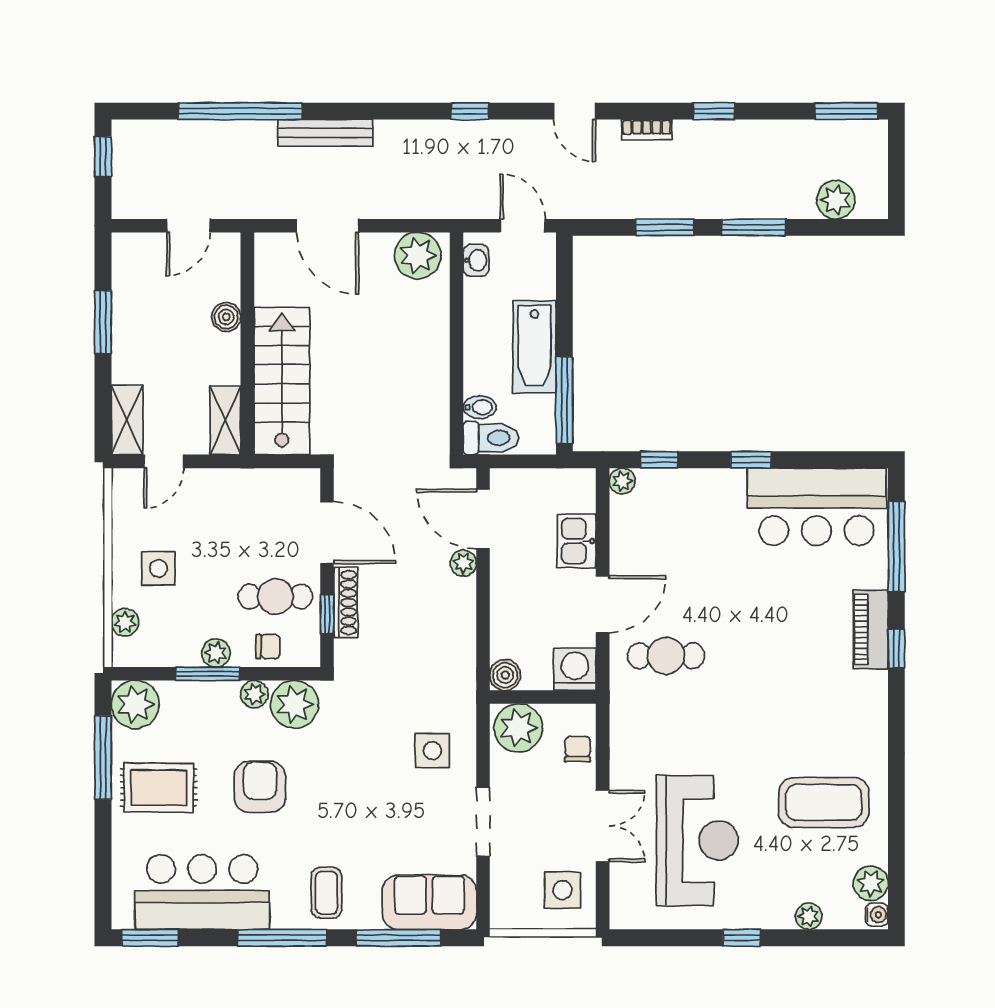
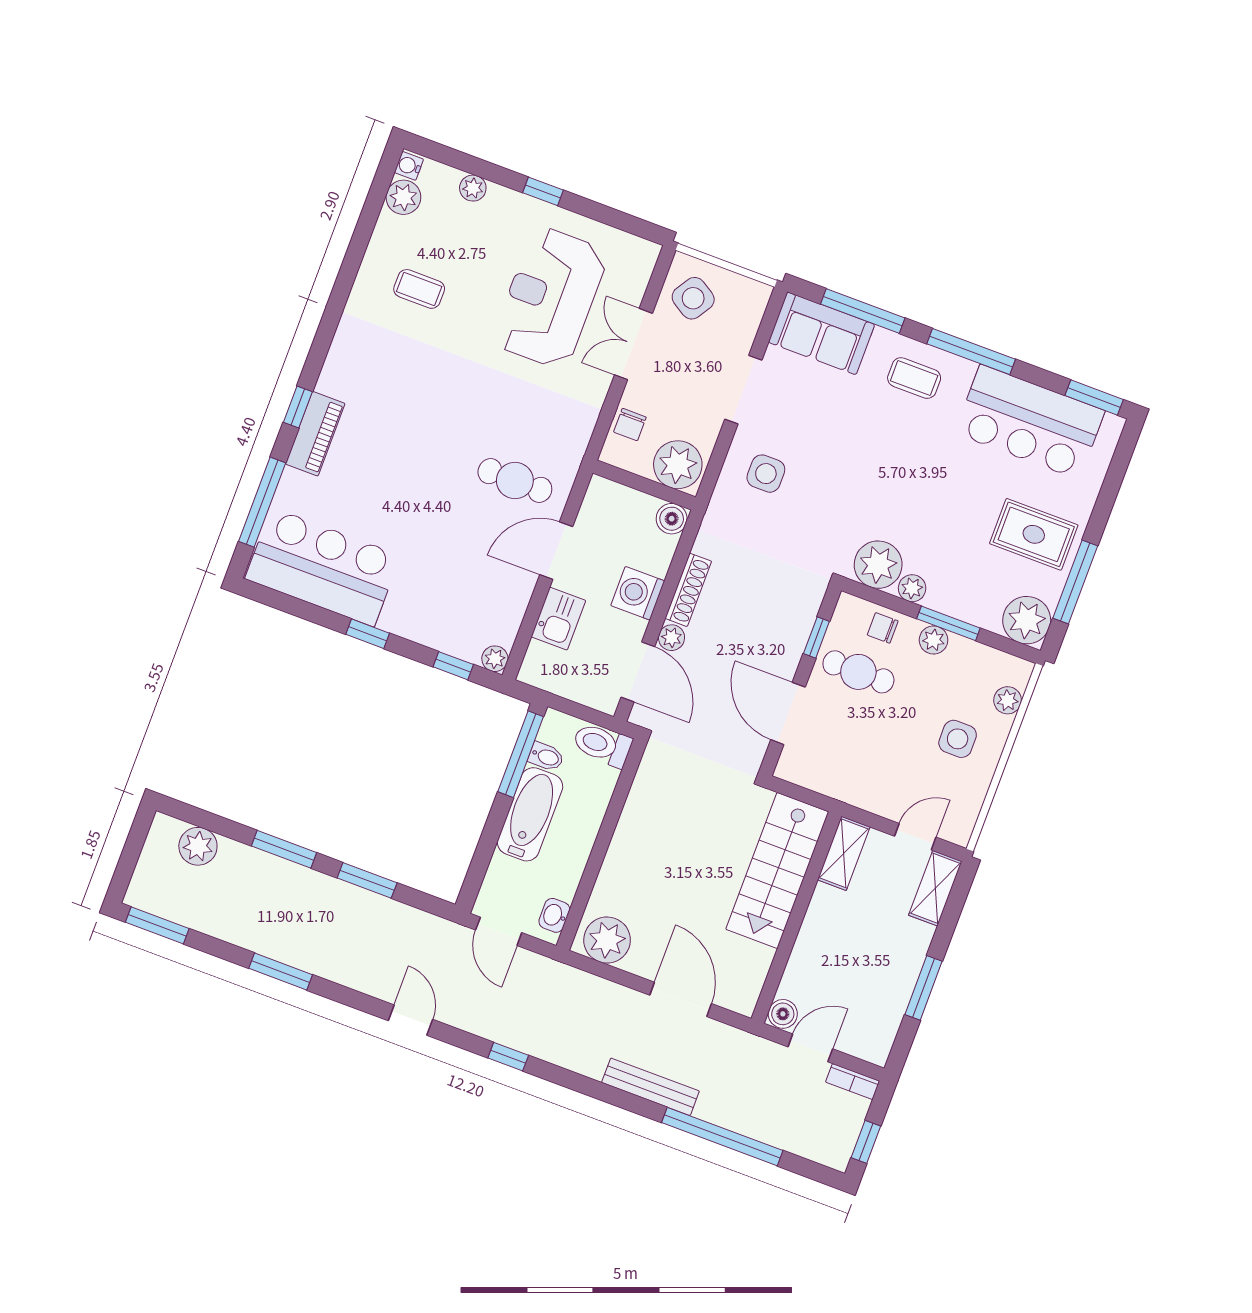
window: (714, 111) -> (281, 971), width x1.50
bookcase: (647, 130) -> (853, 1082), moved, turned 180
boiler: (226, 317) -> (783, 1014), moved
bidet: (480, 407) -> (546, 757), moved, turned 180
shoe rack: (346, 603) -> (688, 590), moved, turned 180
washing machine: (575, 669) -> (638, 593), moved, turned 90
armchair: (260, 787) -> (939, 500), removed
coffee table: (824, 802) -> (419, 289), width x0.54, depth x0.58
side table: (563, 890) -> (693, 298), turned 32
coffee table: (326, 893) -> (914, 378), turned 90

